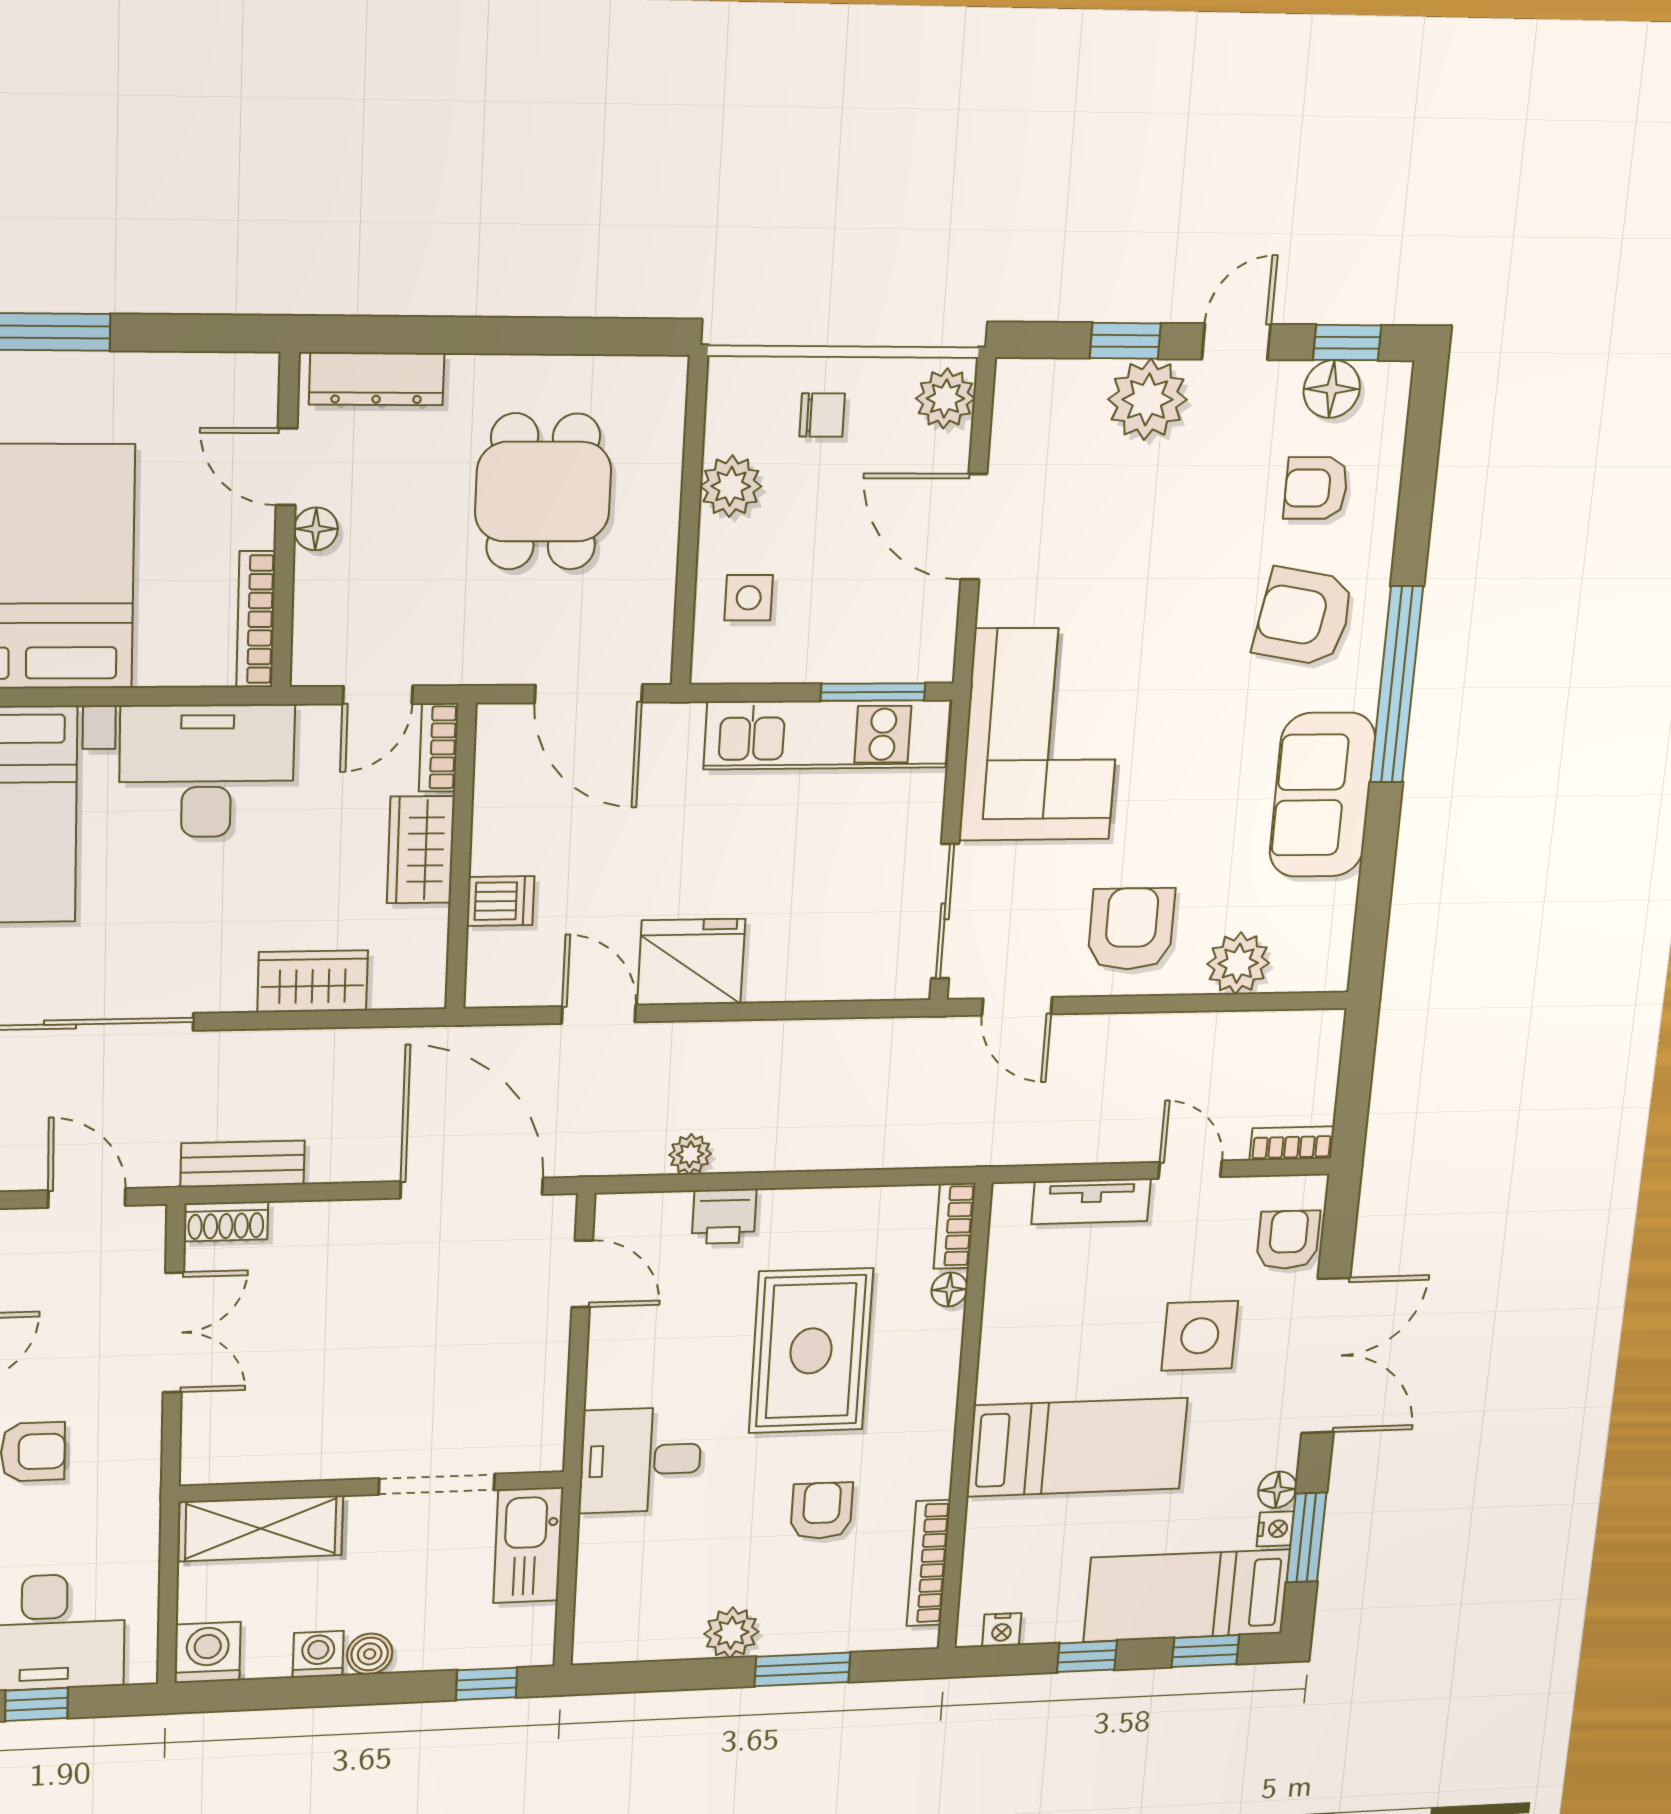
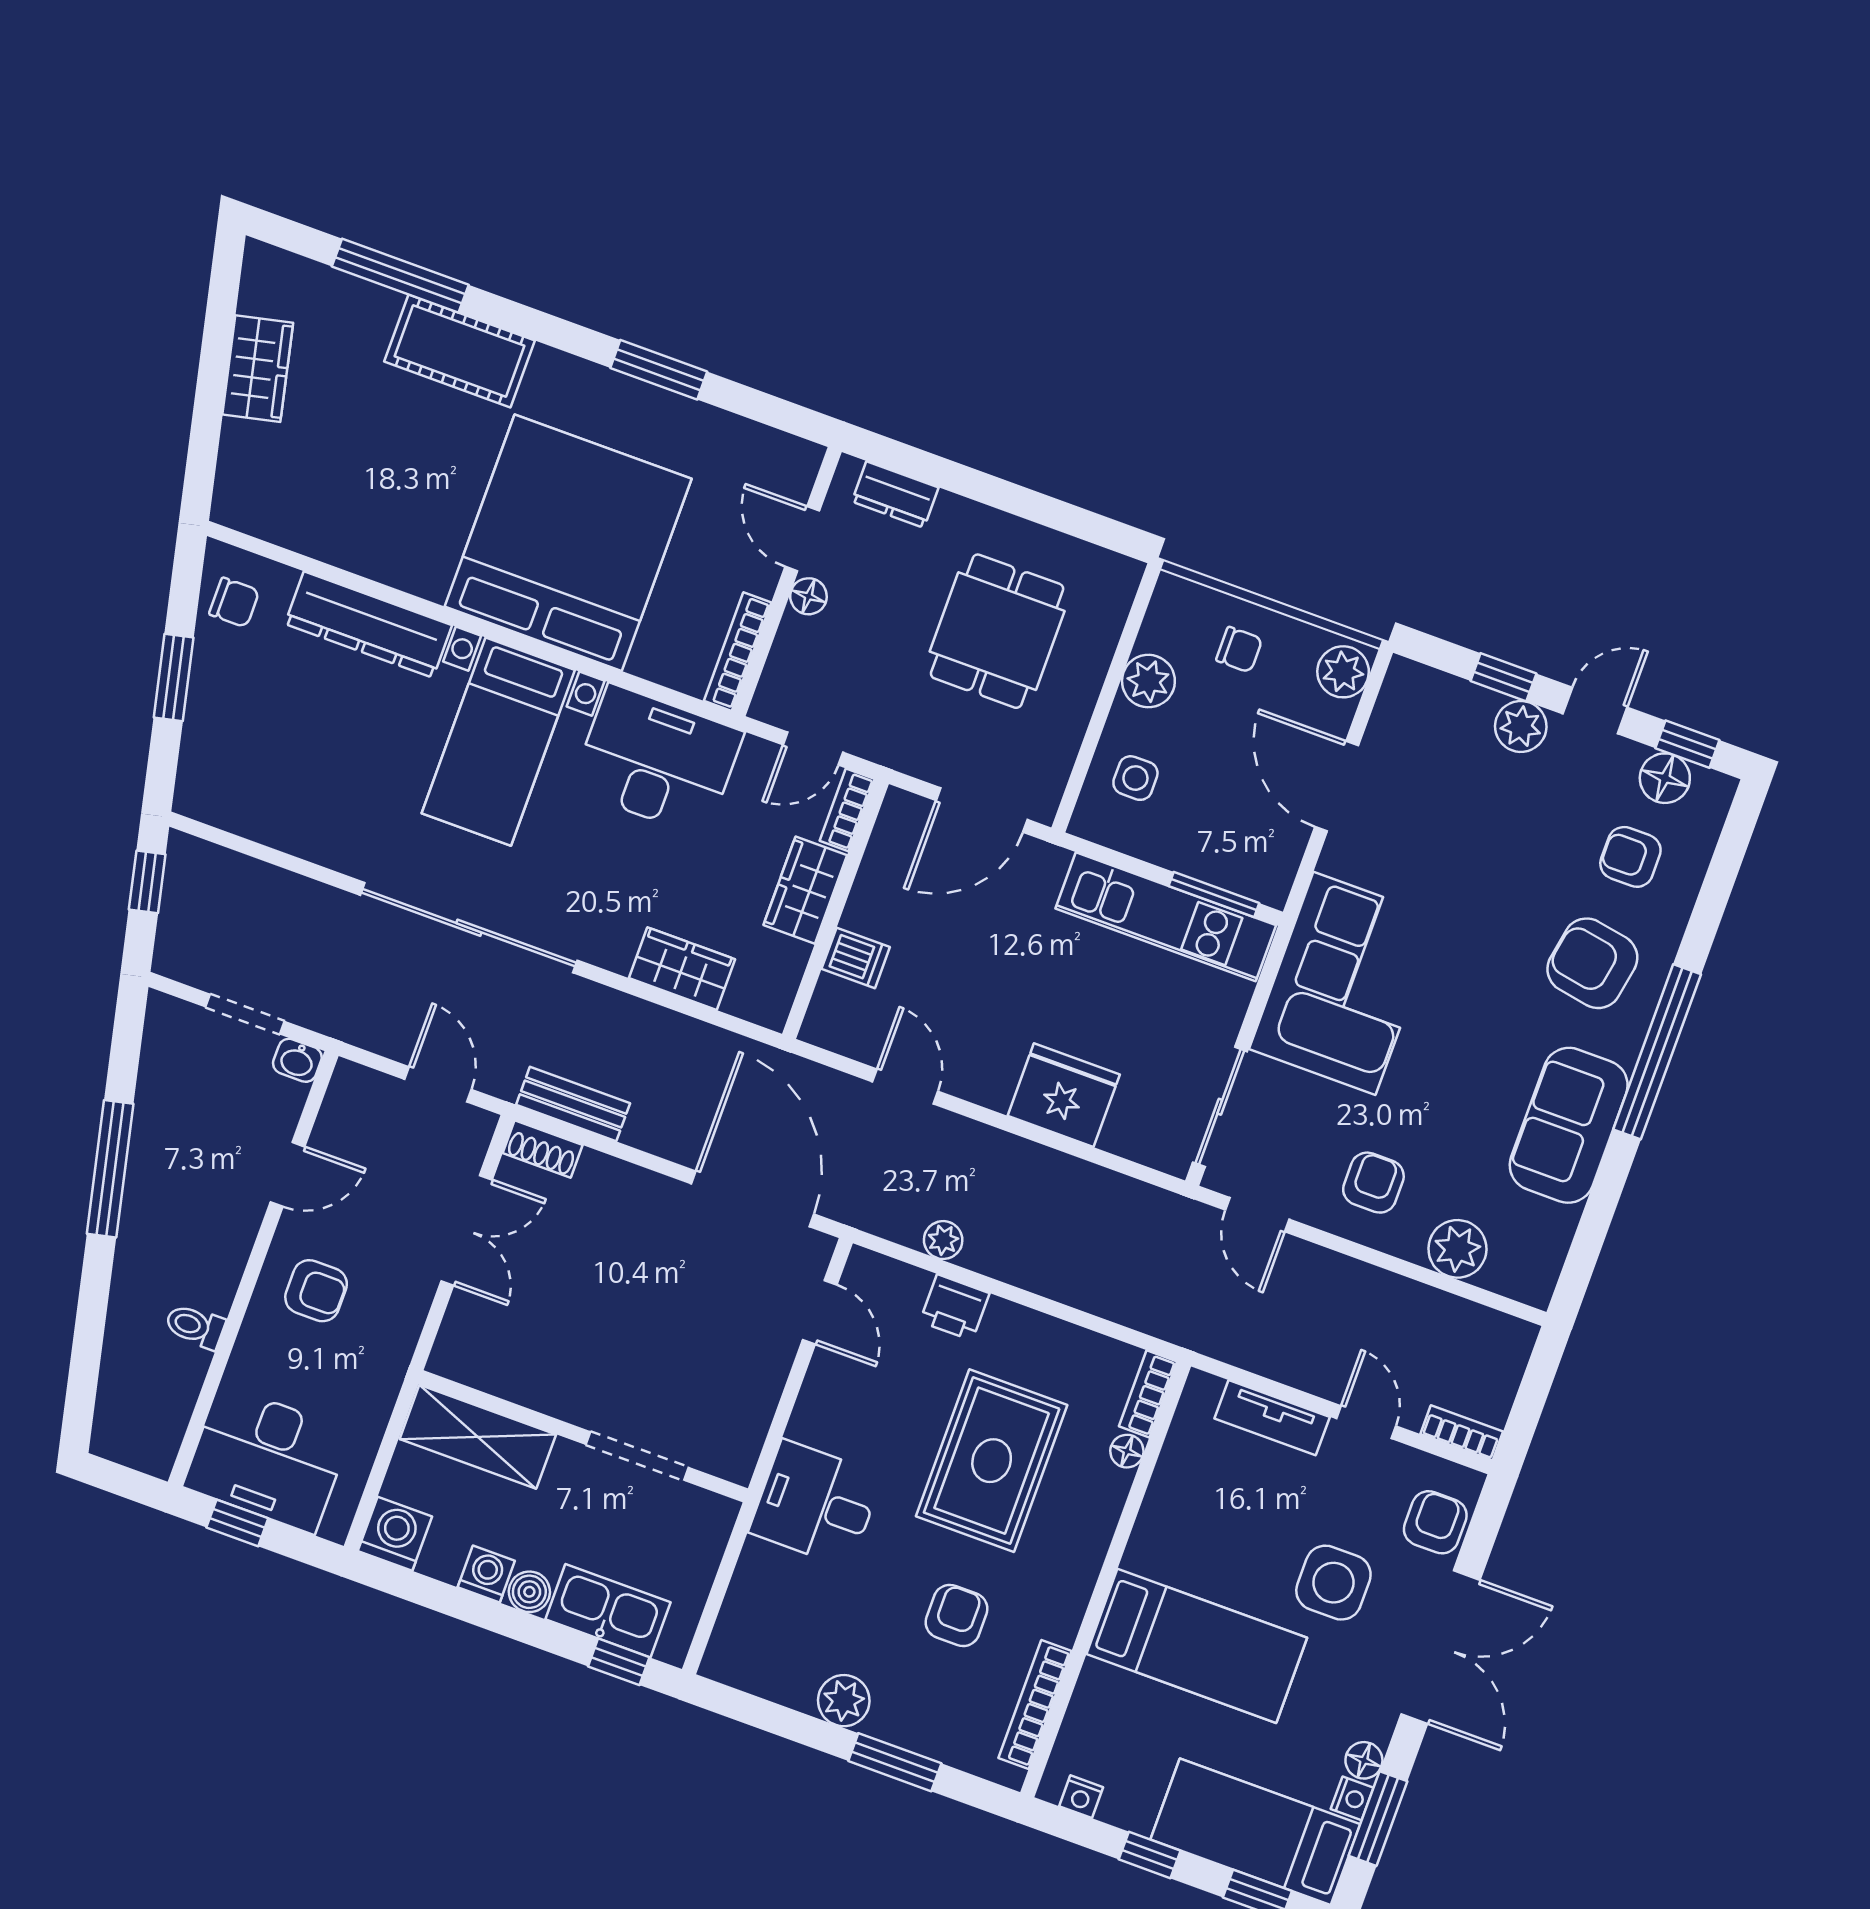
dresser: (377, 379) -> (895, 495), width x0.70
plant: (1147, 399) -> (1521, 726), width x0.73, depth x0.73
door: (589, 694) -> (982, 810), hinge flipped
armchair: (1131, 929) -> (1373, 1183), width x0.72, depth x0.72
fridge: (691, 962) -> (1064, 1095), moved
kitchen sink: (528, 1545) -> (608, 1611), moved, turned 90

